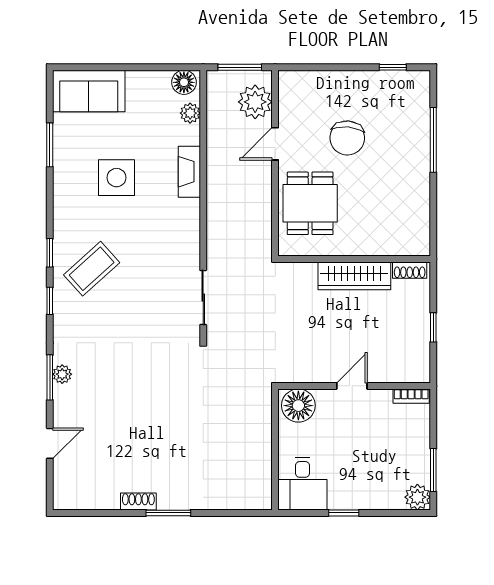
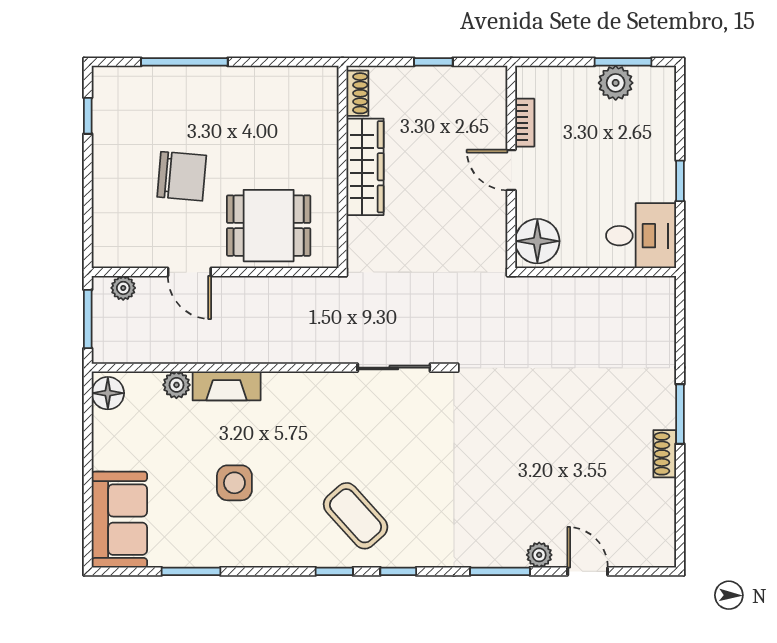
plant: (255, 102) -> (123, 288), width x0.53, depth x0.53
plant: (190, 113) -> (176, 385), moved
side table: (116, 178) -> (234, 483), width x0.73, depth x0.73
plant: (62, 374) -> (539, 555), moved
bookcase: (411, 396) -> (525, 123), moved
plant: (417, 497) -> (616, 83), moved

